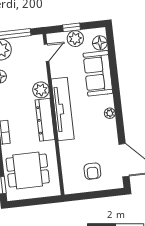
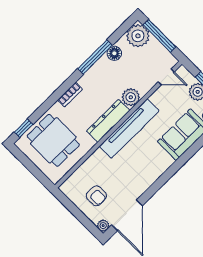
plant: (110, 113) -> (103, 226), moved
armchair: (92, 171) -> (96, 196), turned -90

